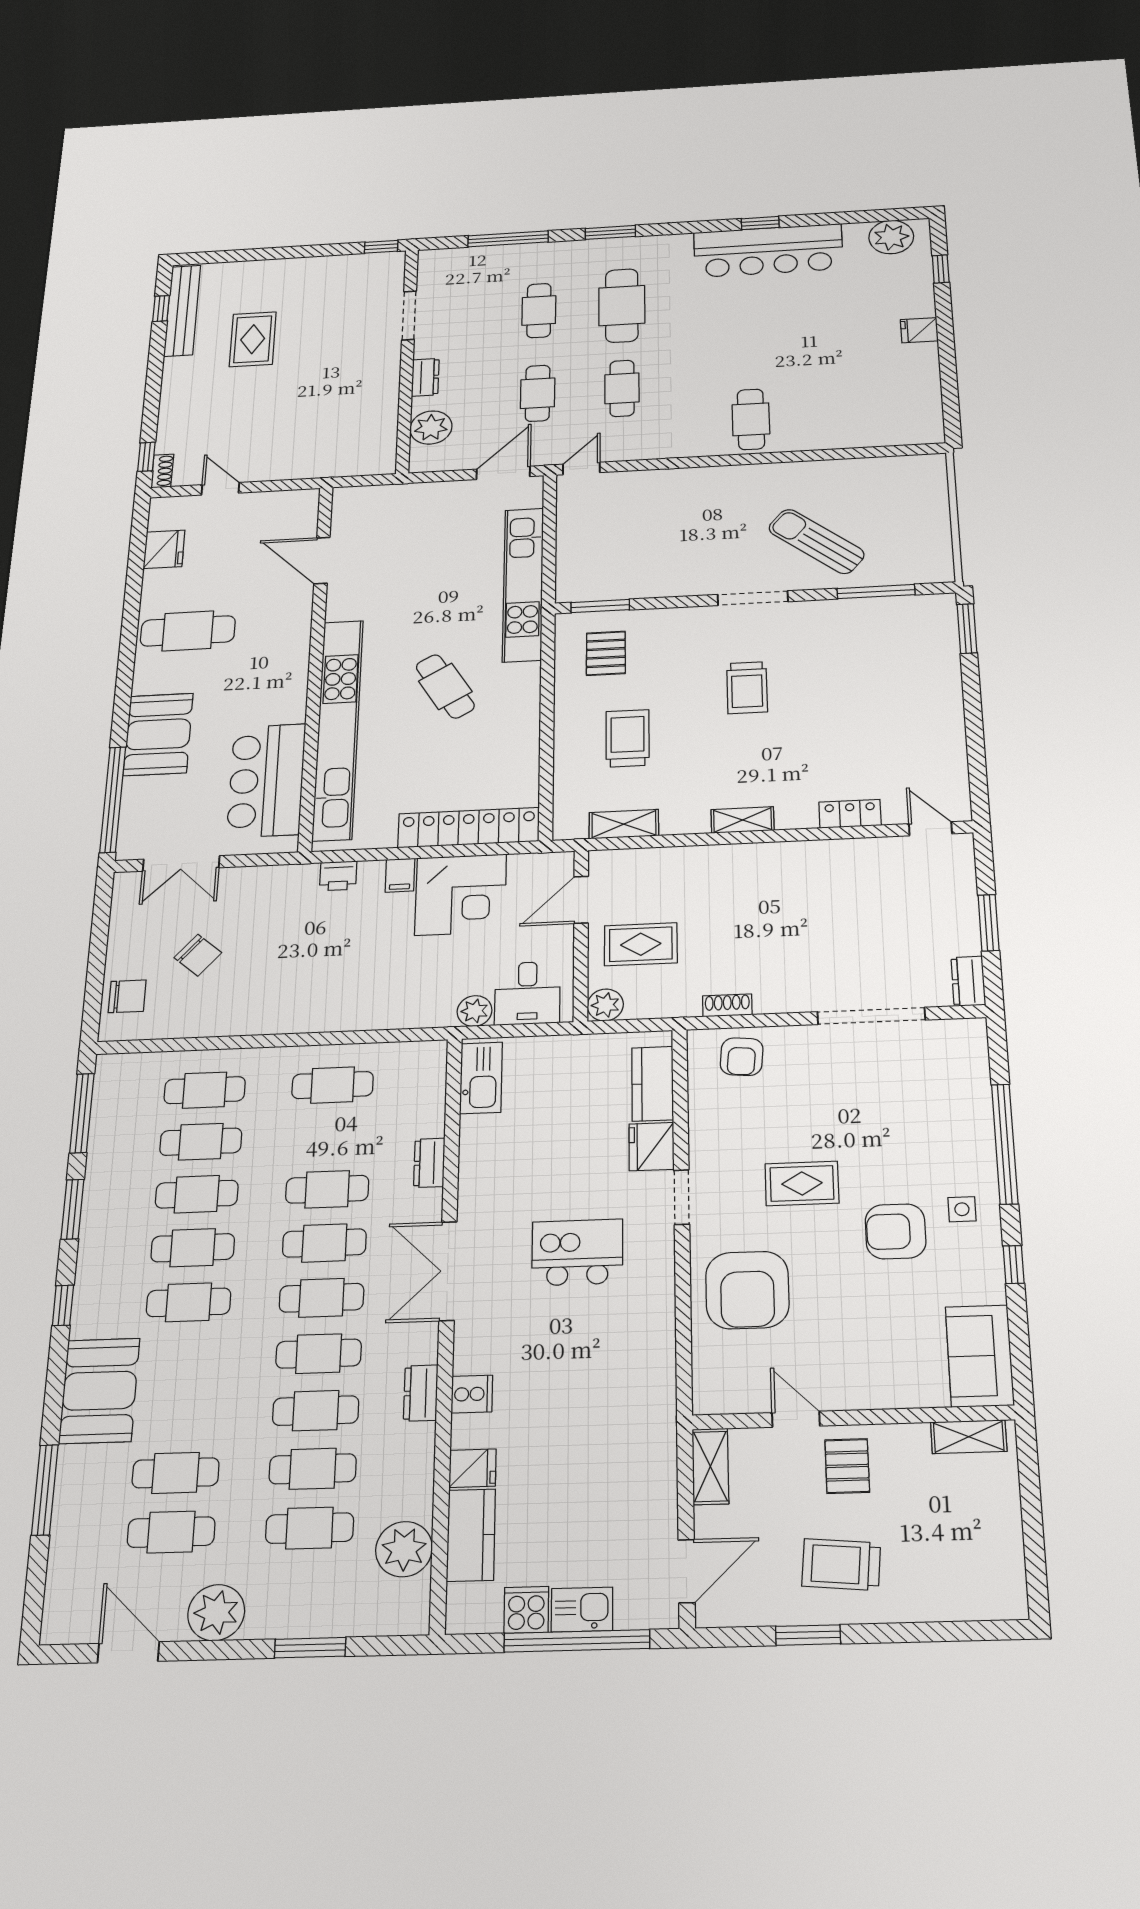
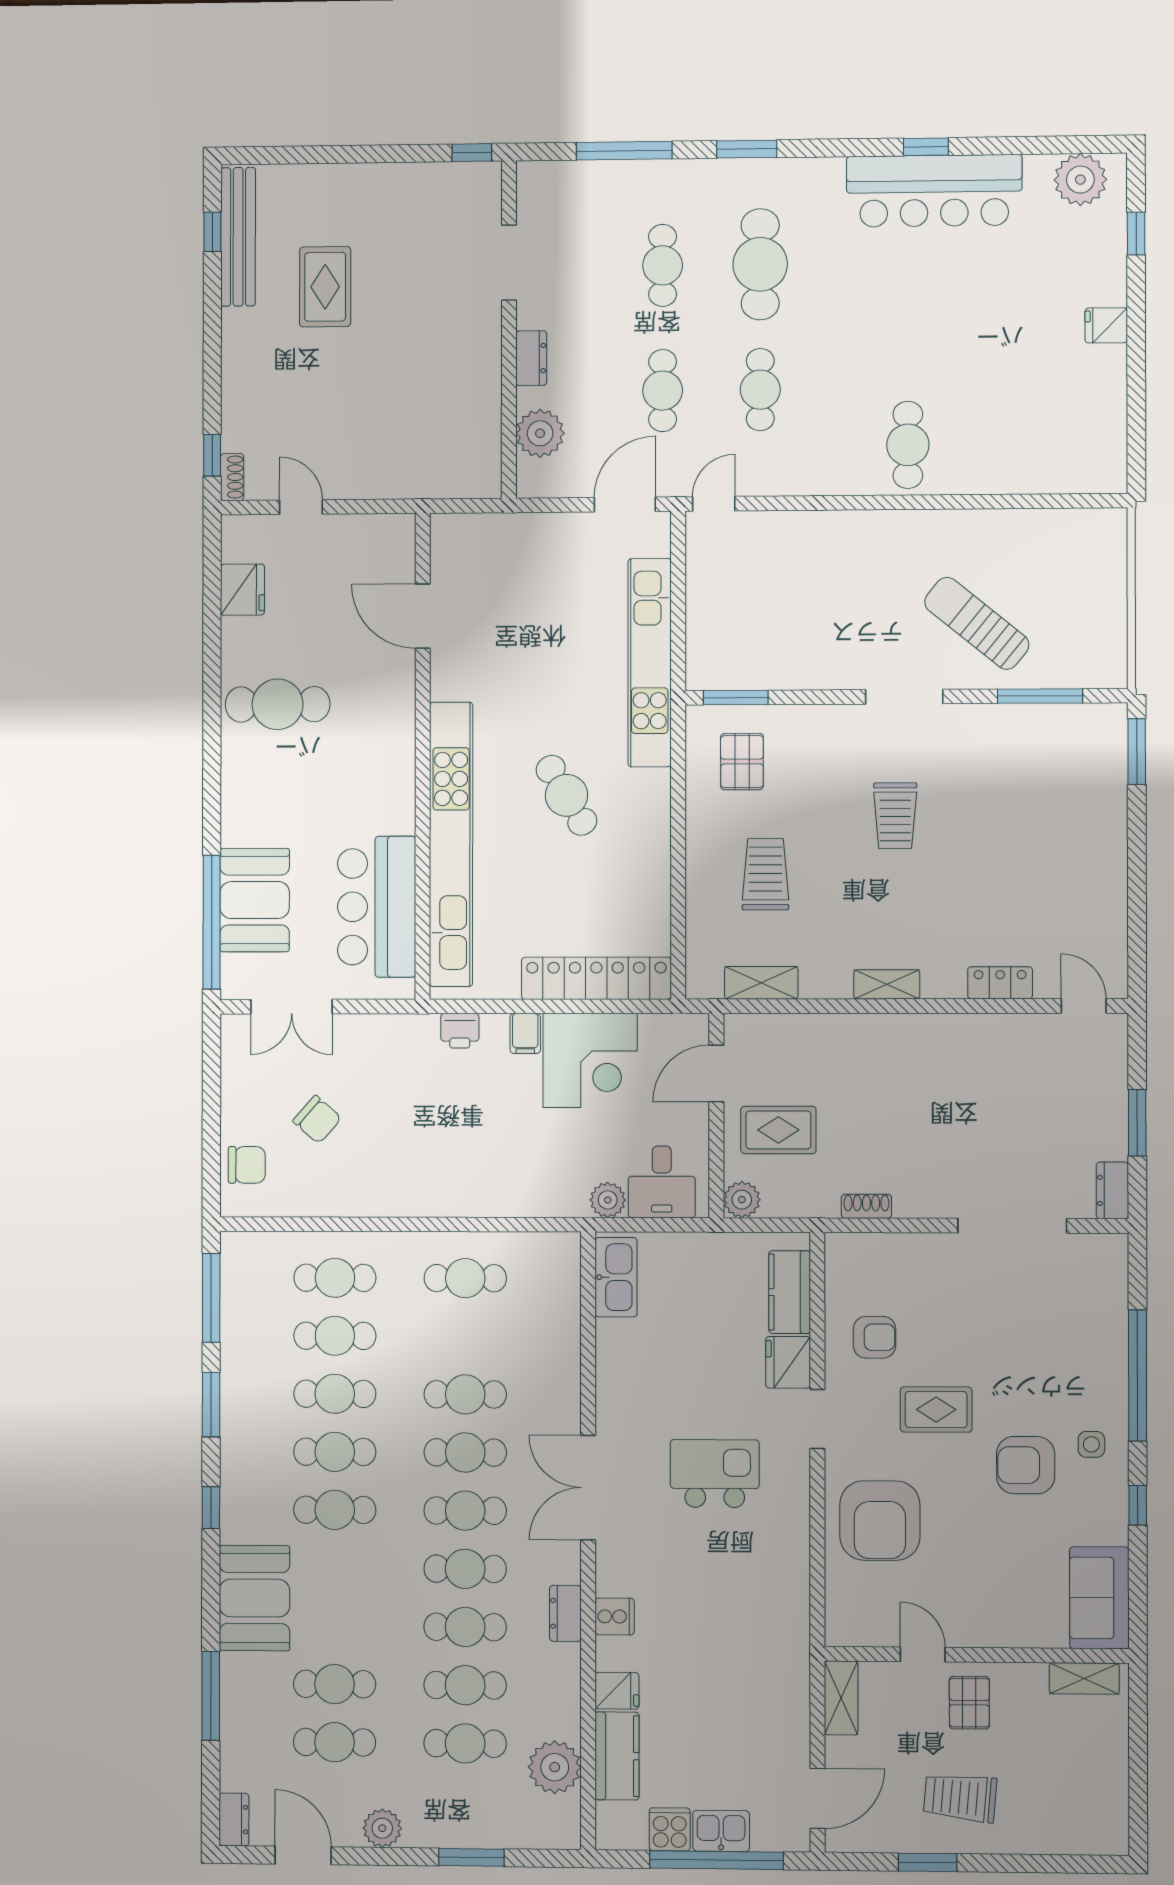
booth: (158, 734) -> (255, 900), moved
armchair: (742, 1057) -> (874, 1337), moved, turned -95
dresser: (429, 1163) -> (234, 1820), moved, turned 180
plant: (216, 1613) -> (382, 1828), width x0.73, depth x0.73

